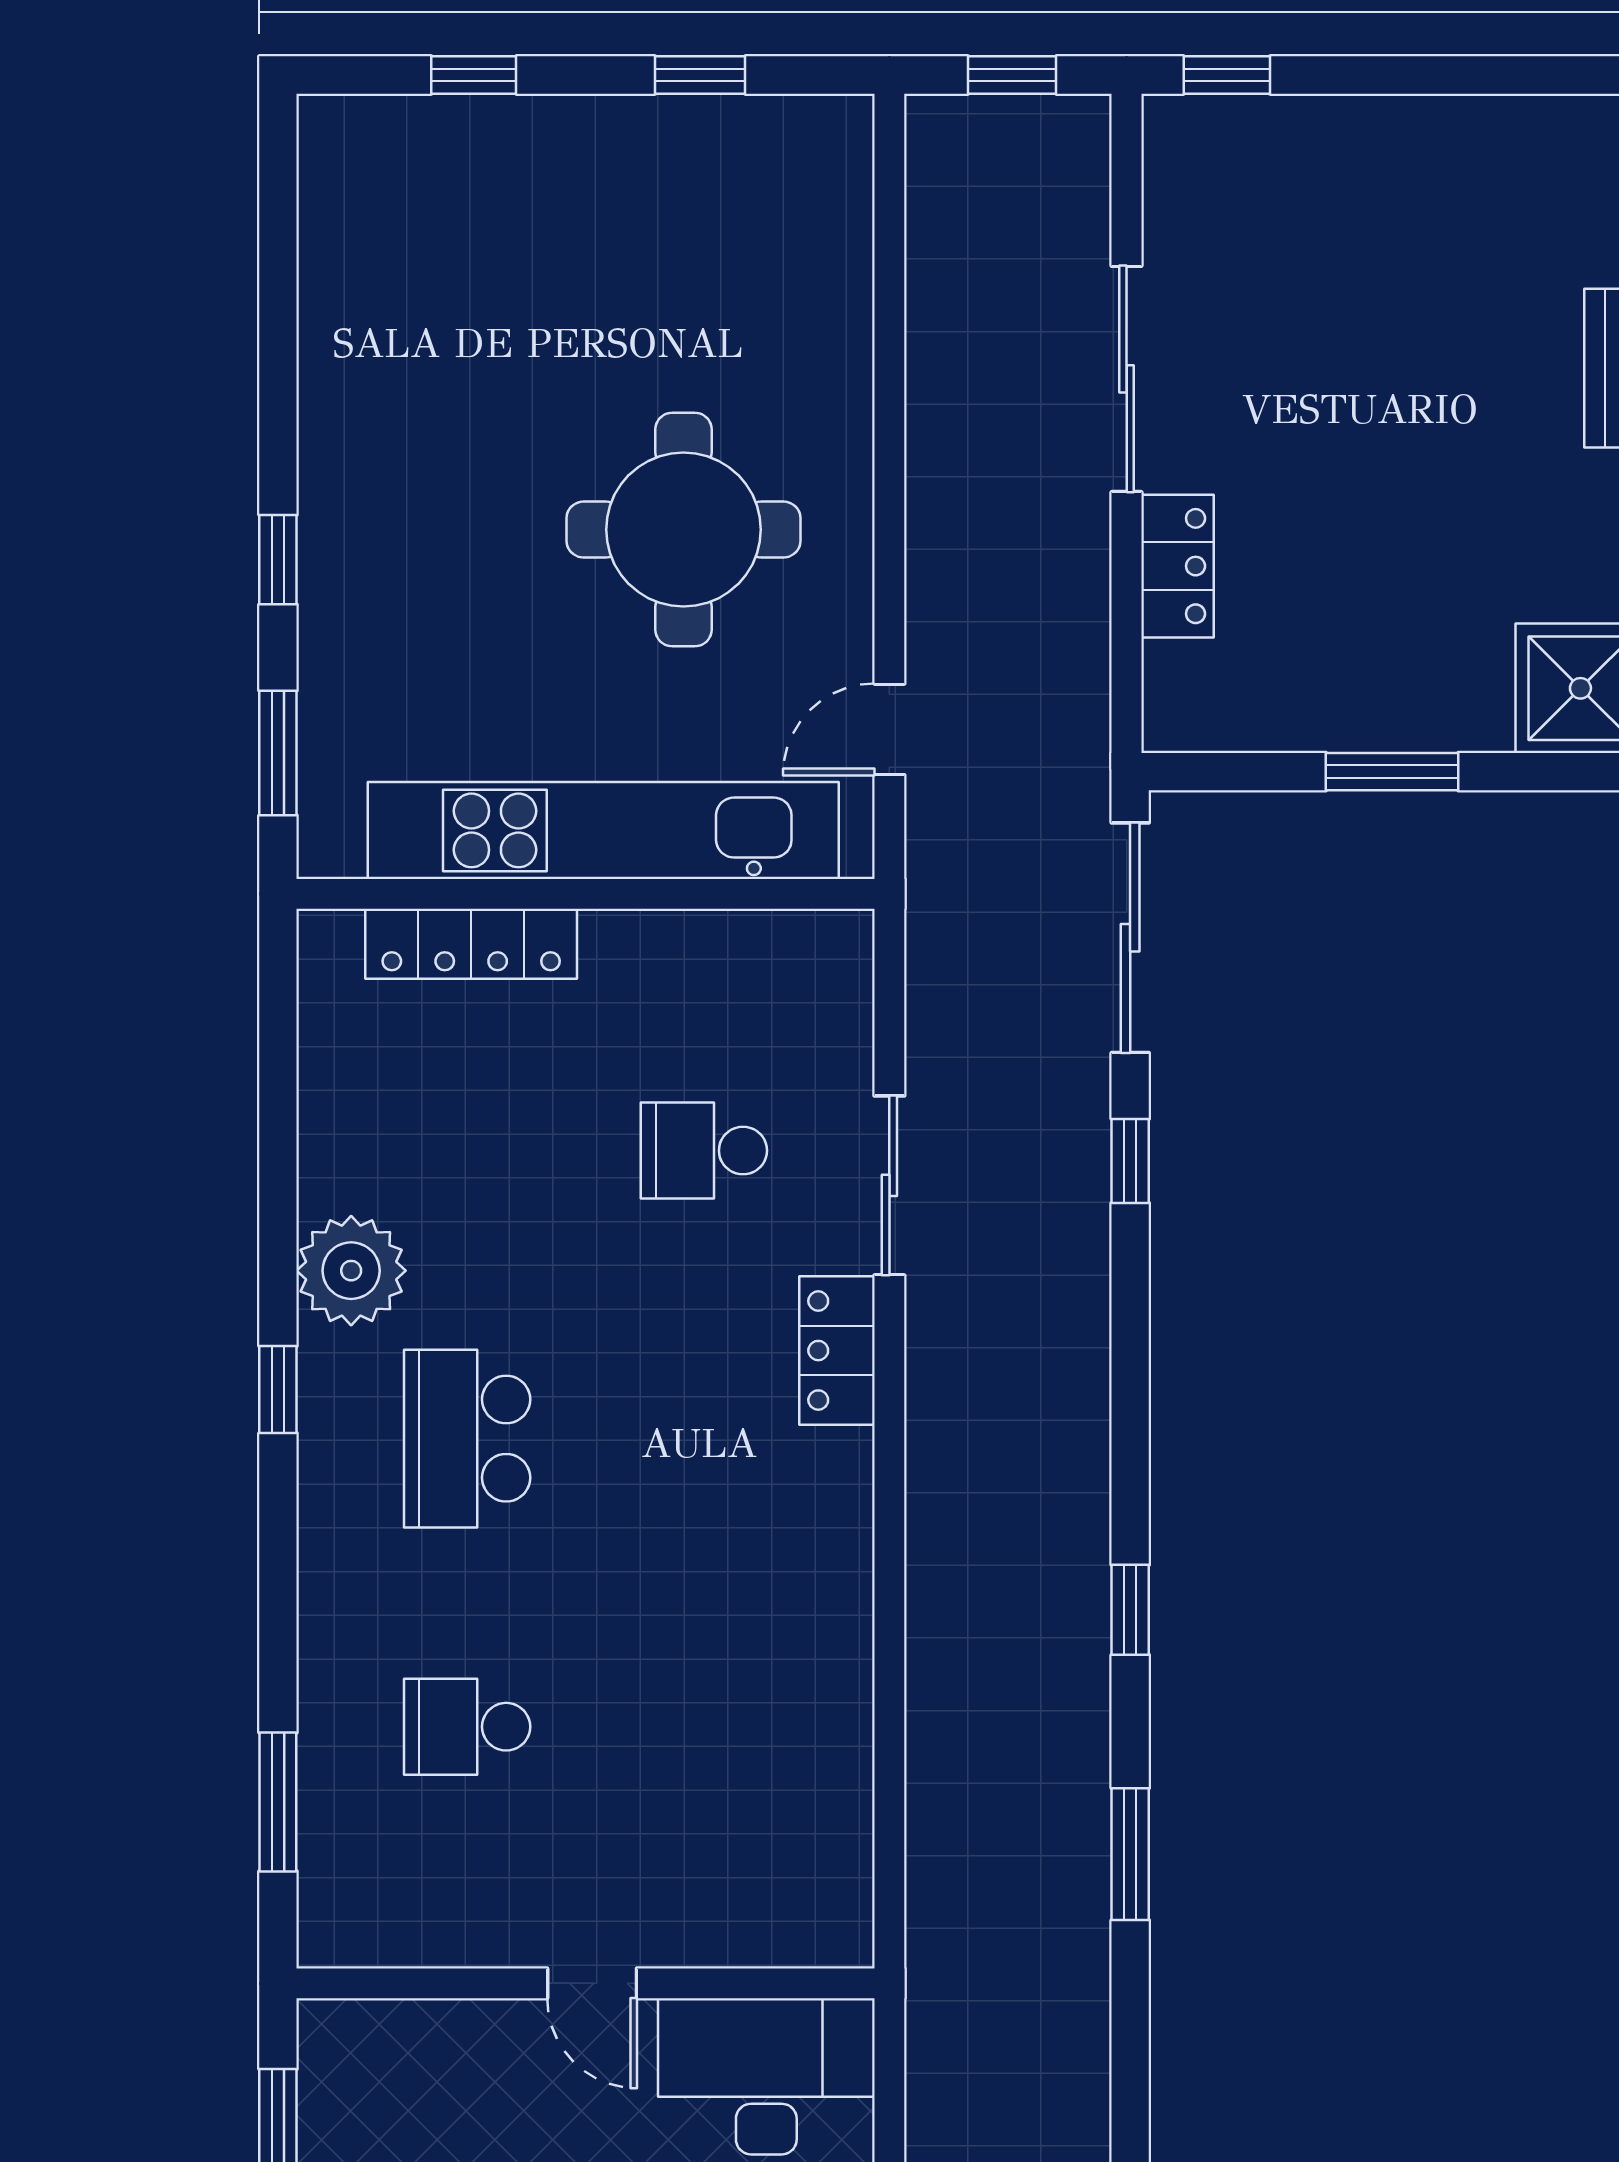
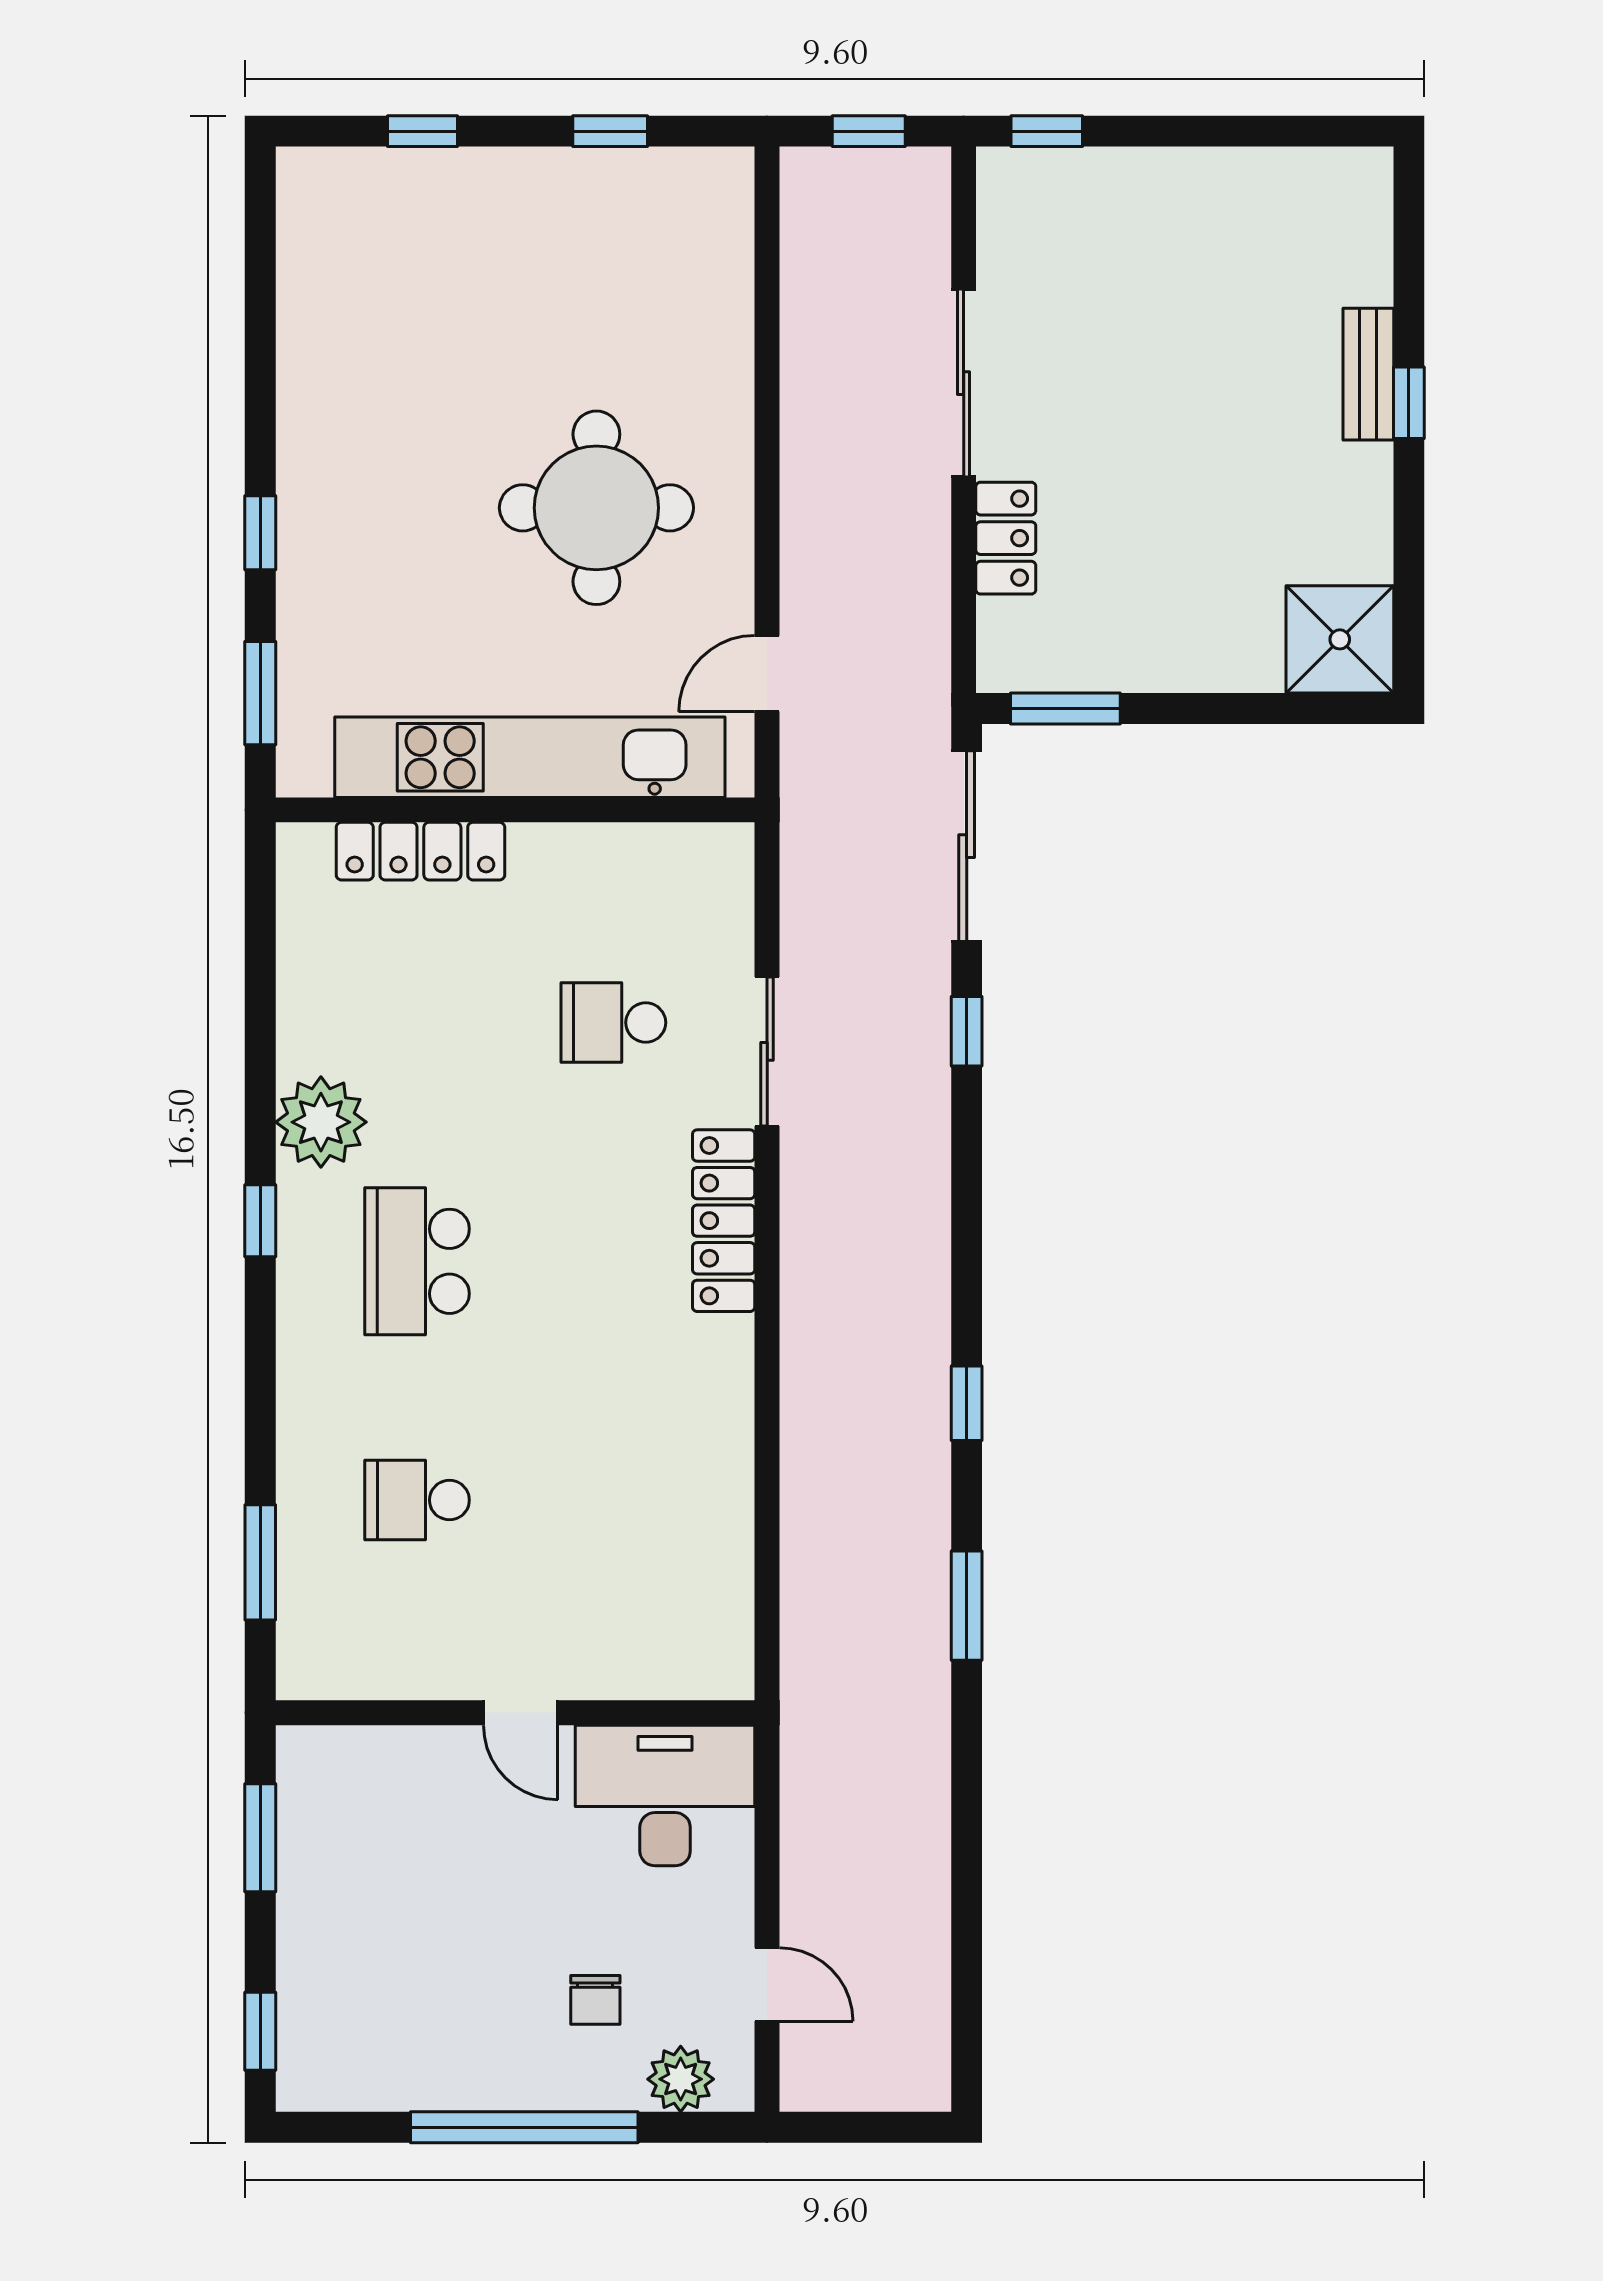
window: (1392, 772) -> (1065, 708), moved
locker: (837, 1351) -> (724, 1221), width x1.53

